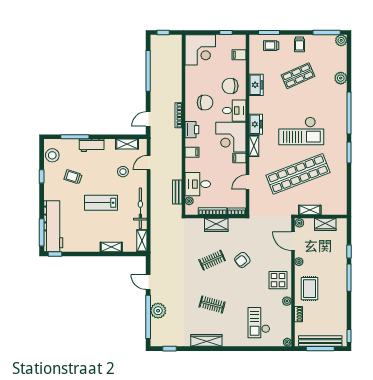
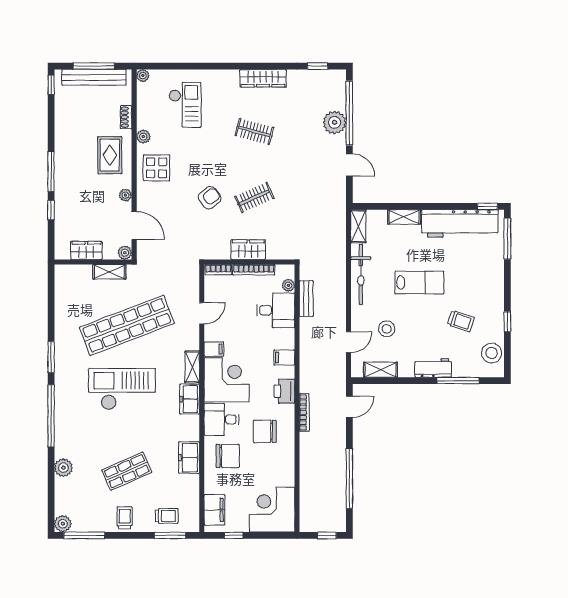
filing cabinet: (239, 55) -> (214, 510), width x2.00
workbench: (53, 226) -> (460, 224), moved, turned -90

